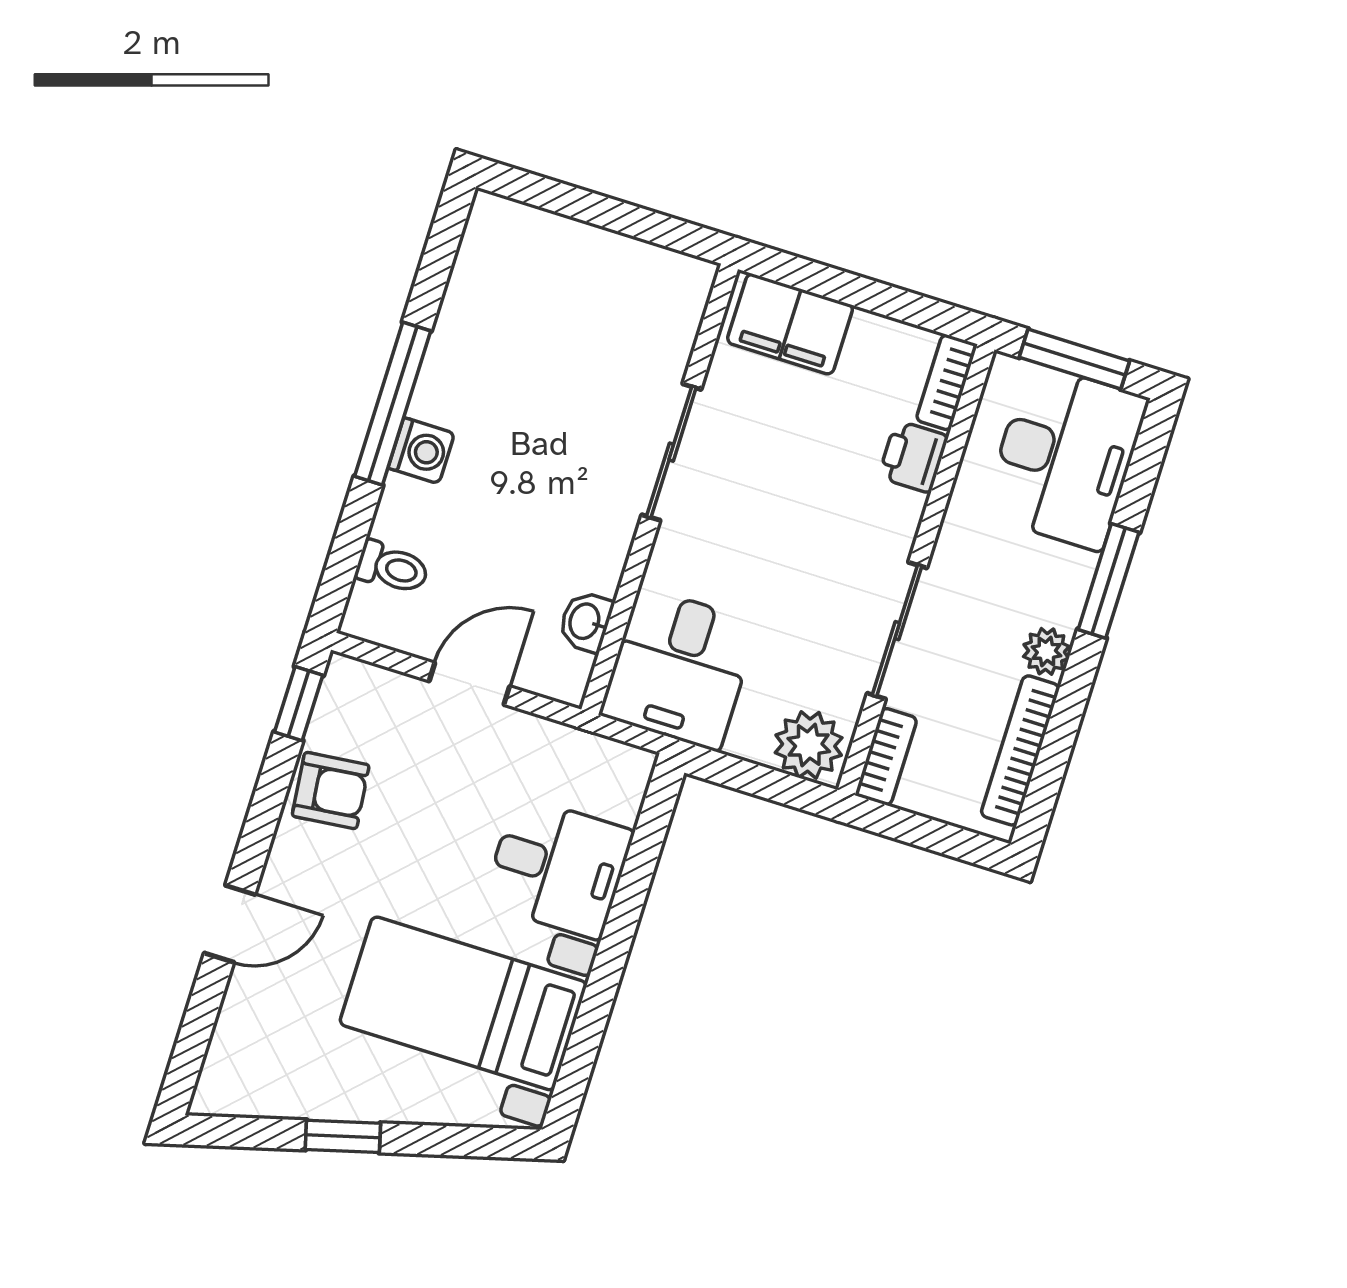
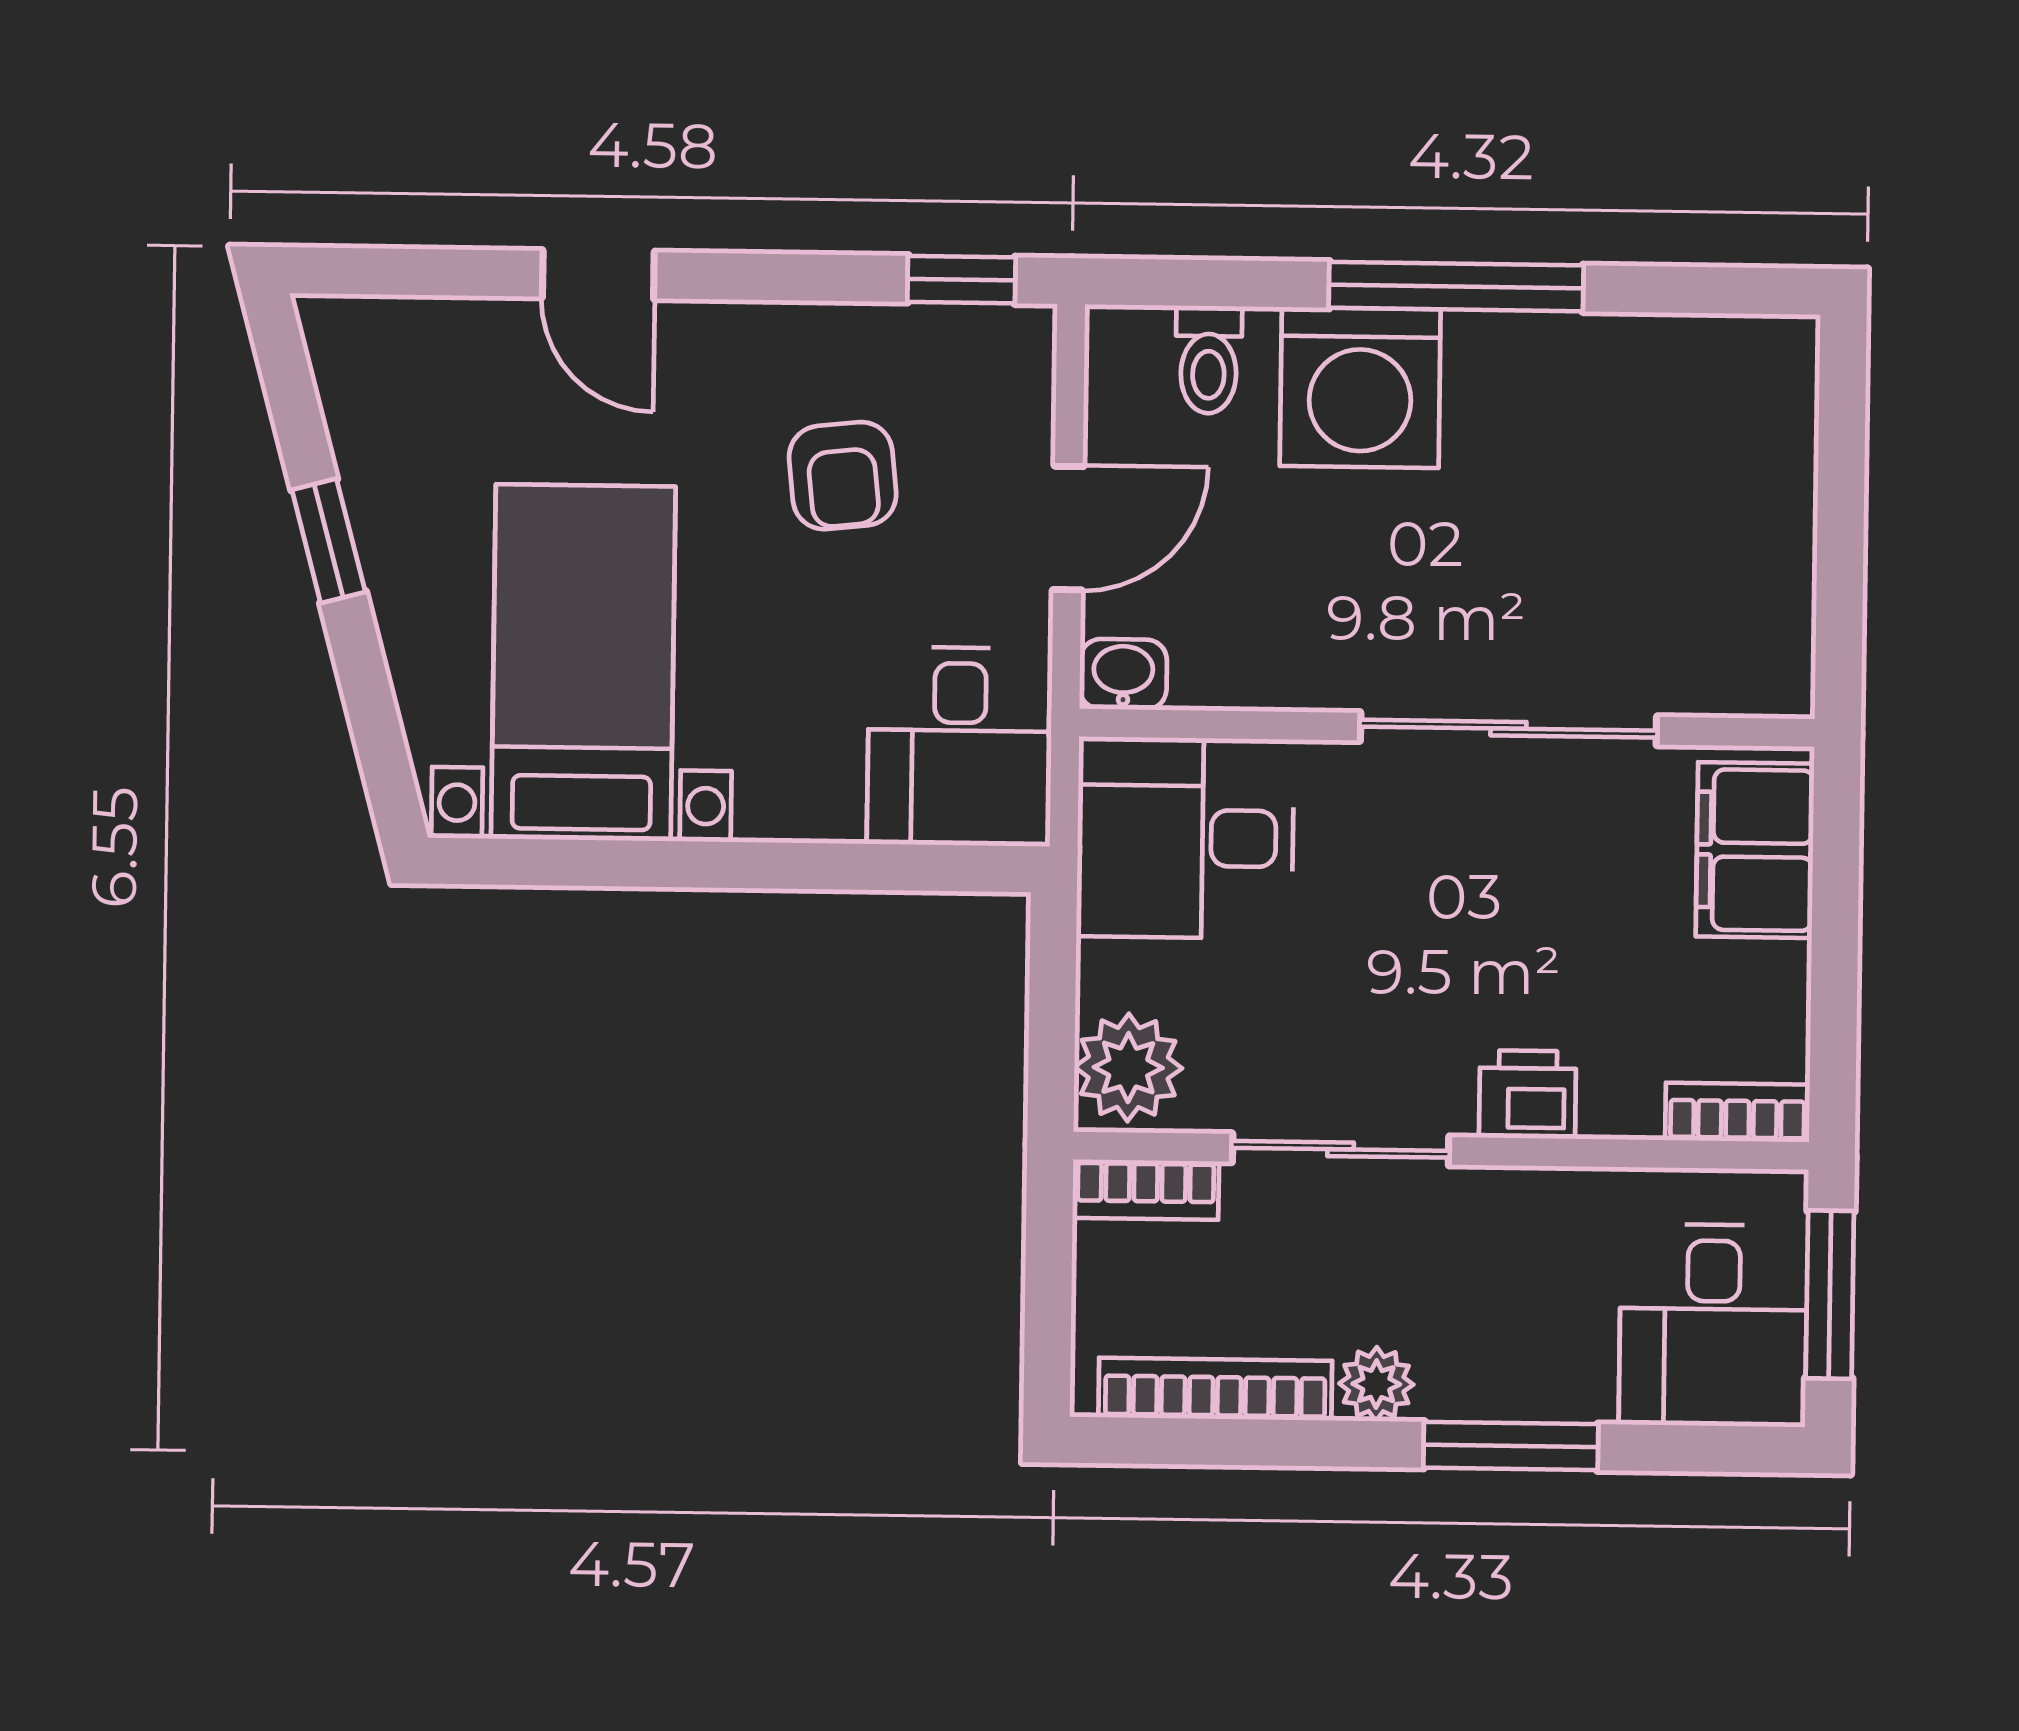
washing machine: (421, 451) -> (1360, 388), width x1.89, depth x1.89
sliding door: (671, 452) -> (1508, 729), width x1.37
printer: (913, 457) -> (1528, 1094), moved
desk: (1065, 457) -> (1713, 1325), width x0.73
washbasin: (586, 622) -> (1123, 674), moved
door: (469, 684) -> (1068, 528), hinge flipped
armchair: (331, 790) -> (843, 476), moved
desk: (558, 868) -> (960, 746), moved

